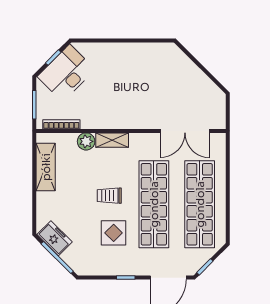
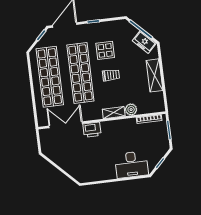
desk: (66, 73) -> (131, 165), moved, turned 45
printer: (147, 119) -> (92, 130), added
shelving: (46, 167) -> (154, 75), moved

